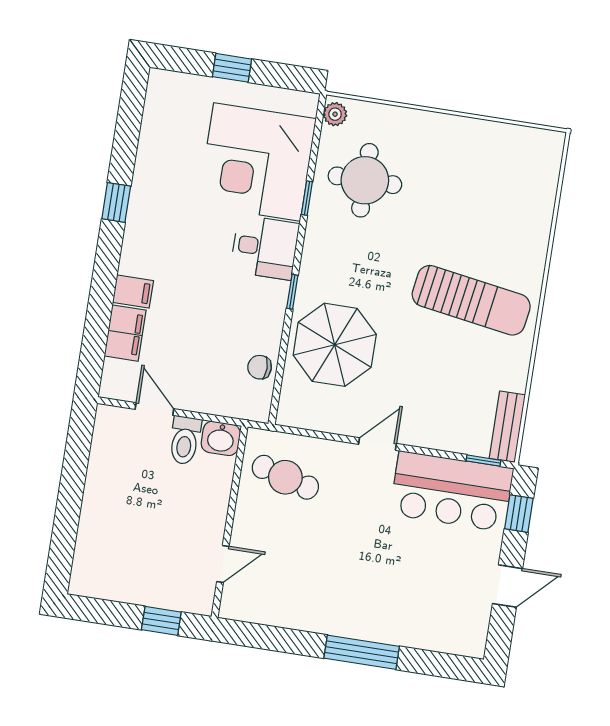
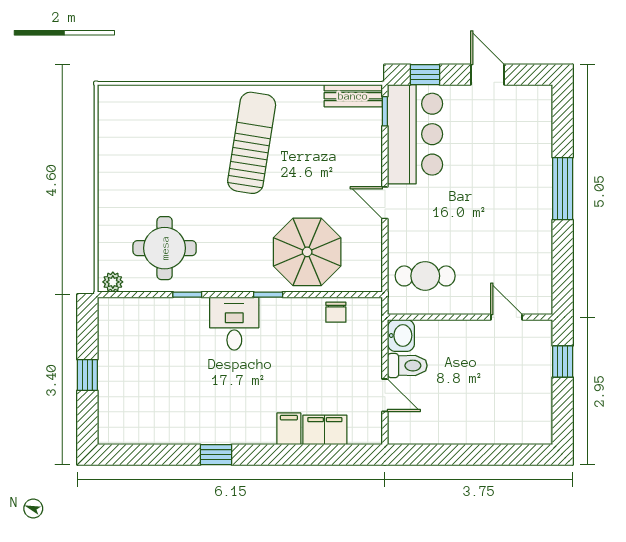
corner desk: (257, 162) -> (163, 341), removed
door: (154, 409) -> (385, 395), swing flipped
cafe table: (285, 477) -> (425, 276), turned 74

